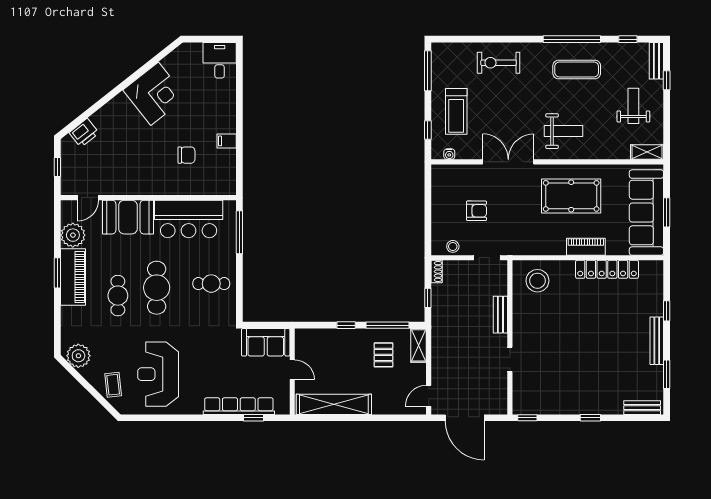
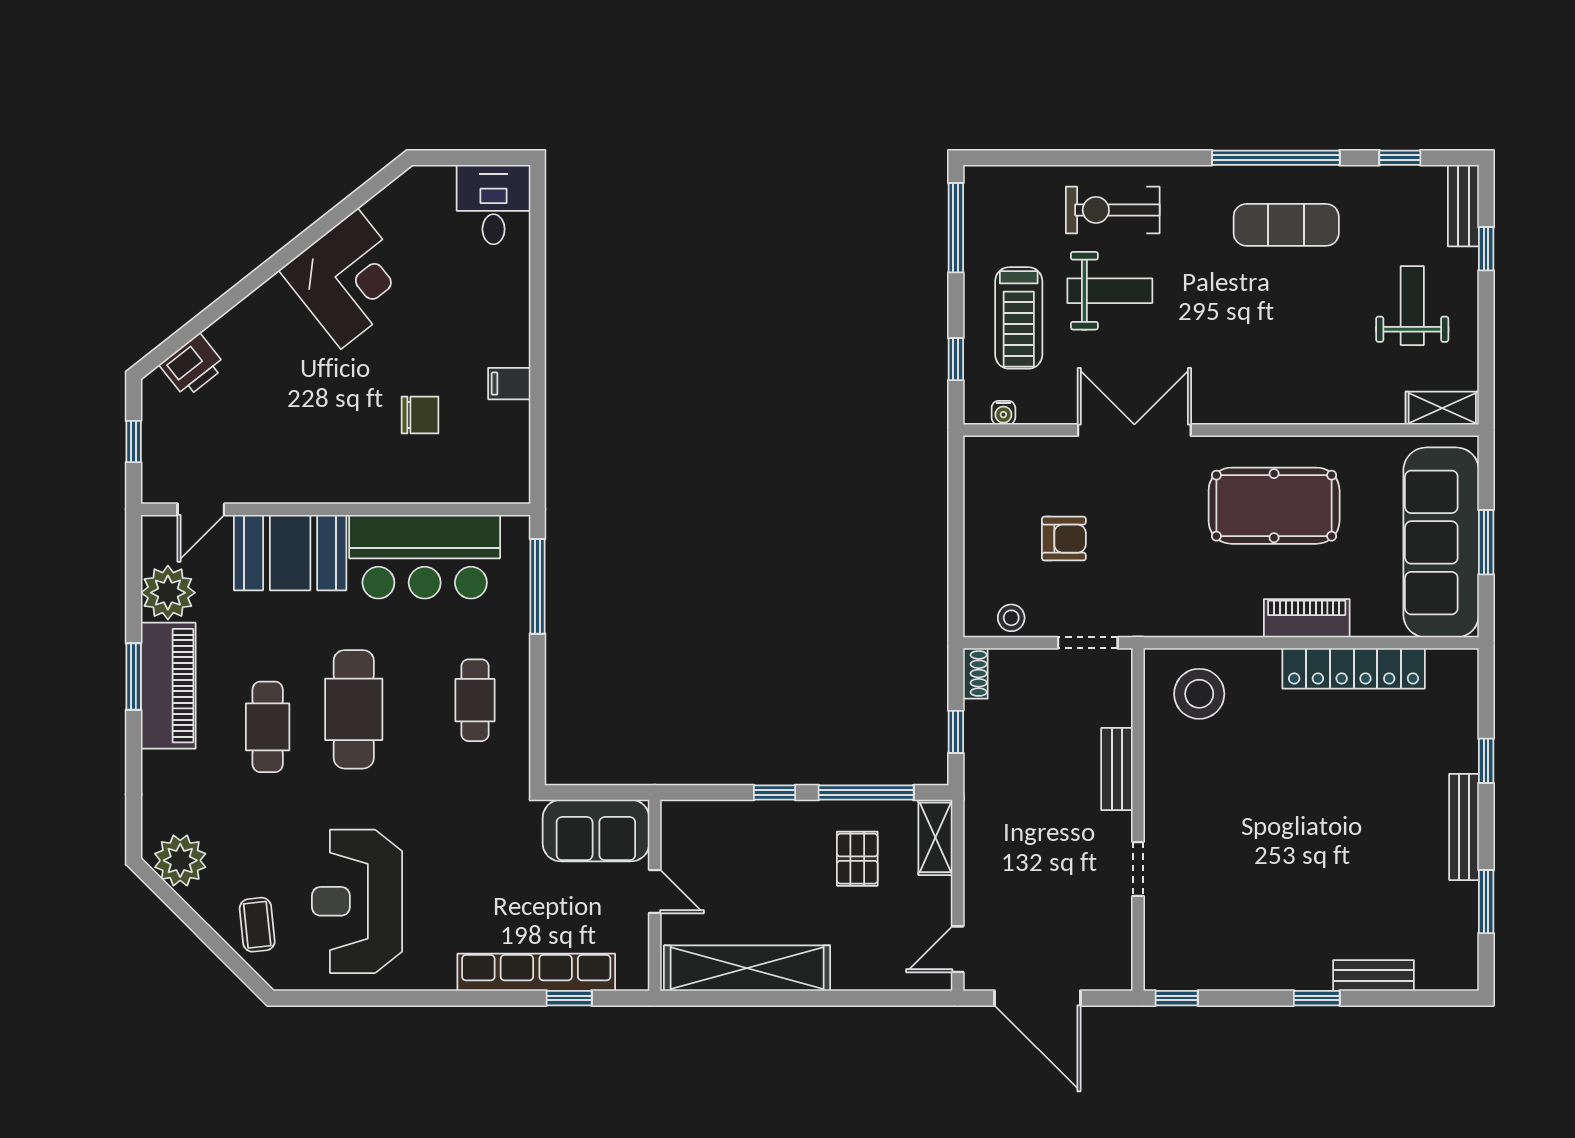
weight bench: (564, 131) -> (1110, 291), moved
cafe table: (211, 284) -> (475, 700), turned 90
bench: (642, 408) -> (1374, 975), moved

